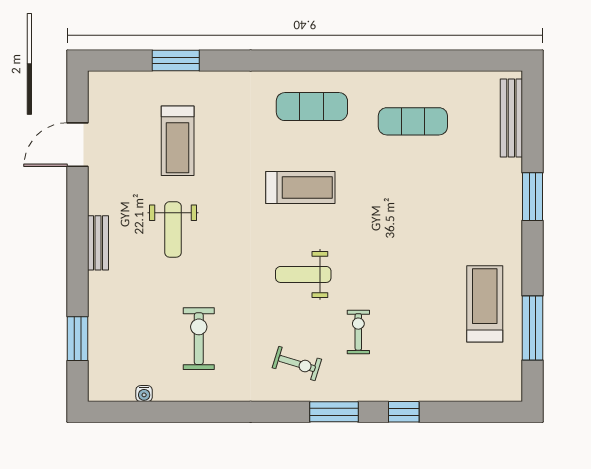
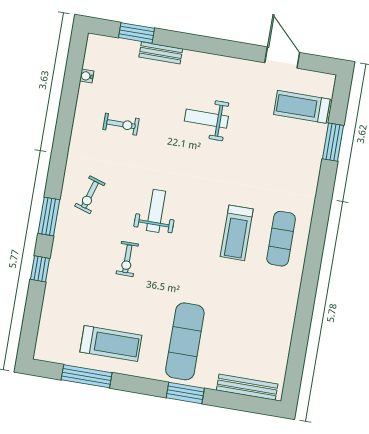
exercise mat: (413, 121) -> (185, 341), moved, width x1.36, depth x1.45
treadmill: (178, 141) -> (302, 107), moved
treadmill: (300, 187) -> (237, 233), moved
bench: (98, 243) -> (161, 53), moved
exercise bike: (358, 332) -> (127, 259), moved, turned 90
exercise bike: (199, 339) -> (121, 124), width x0.73, depth x0.72

